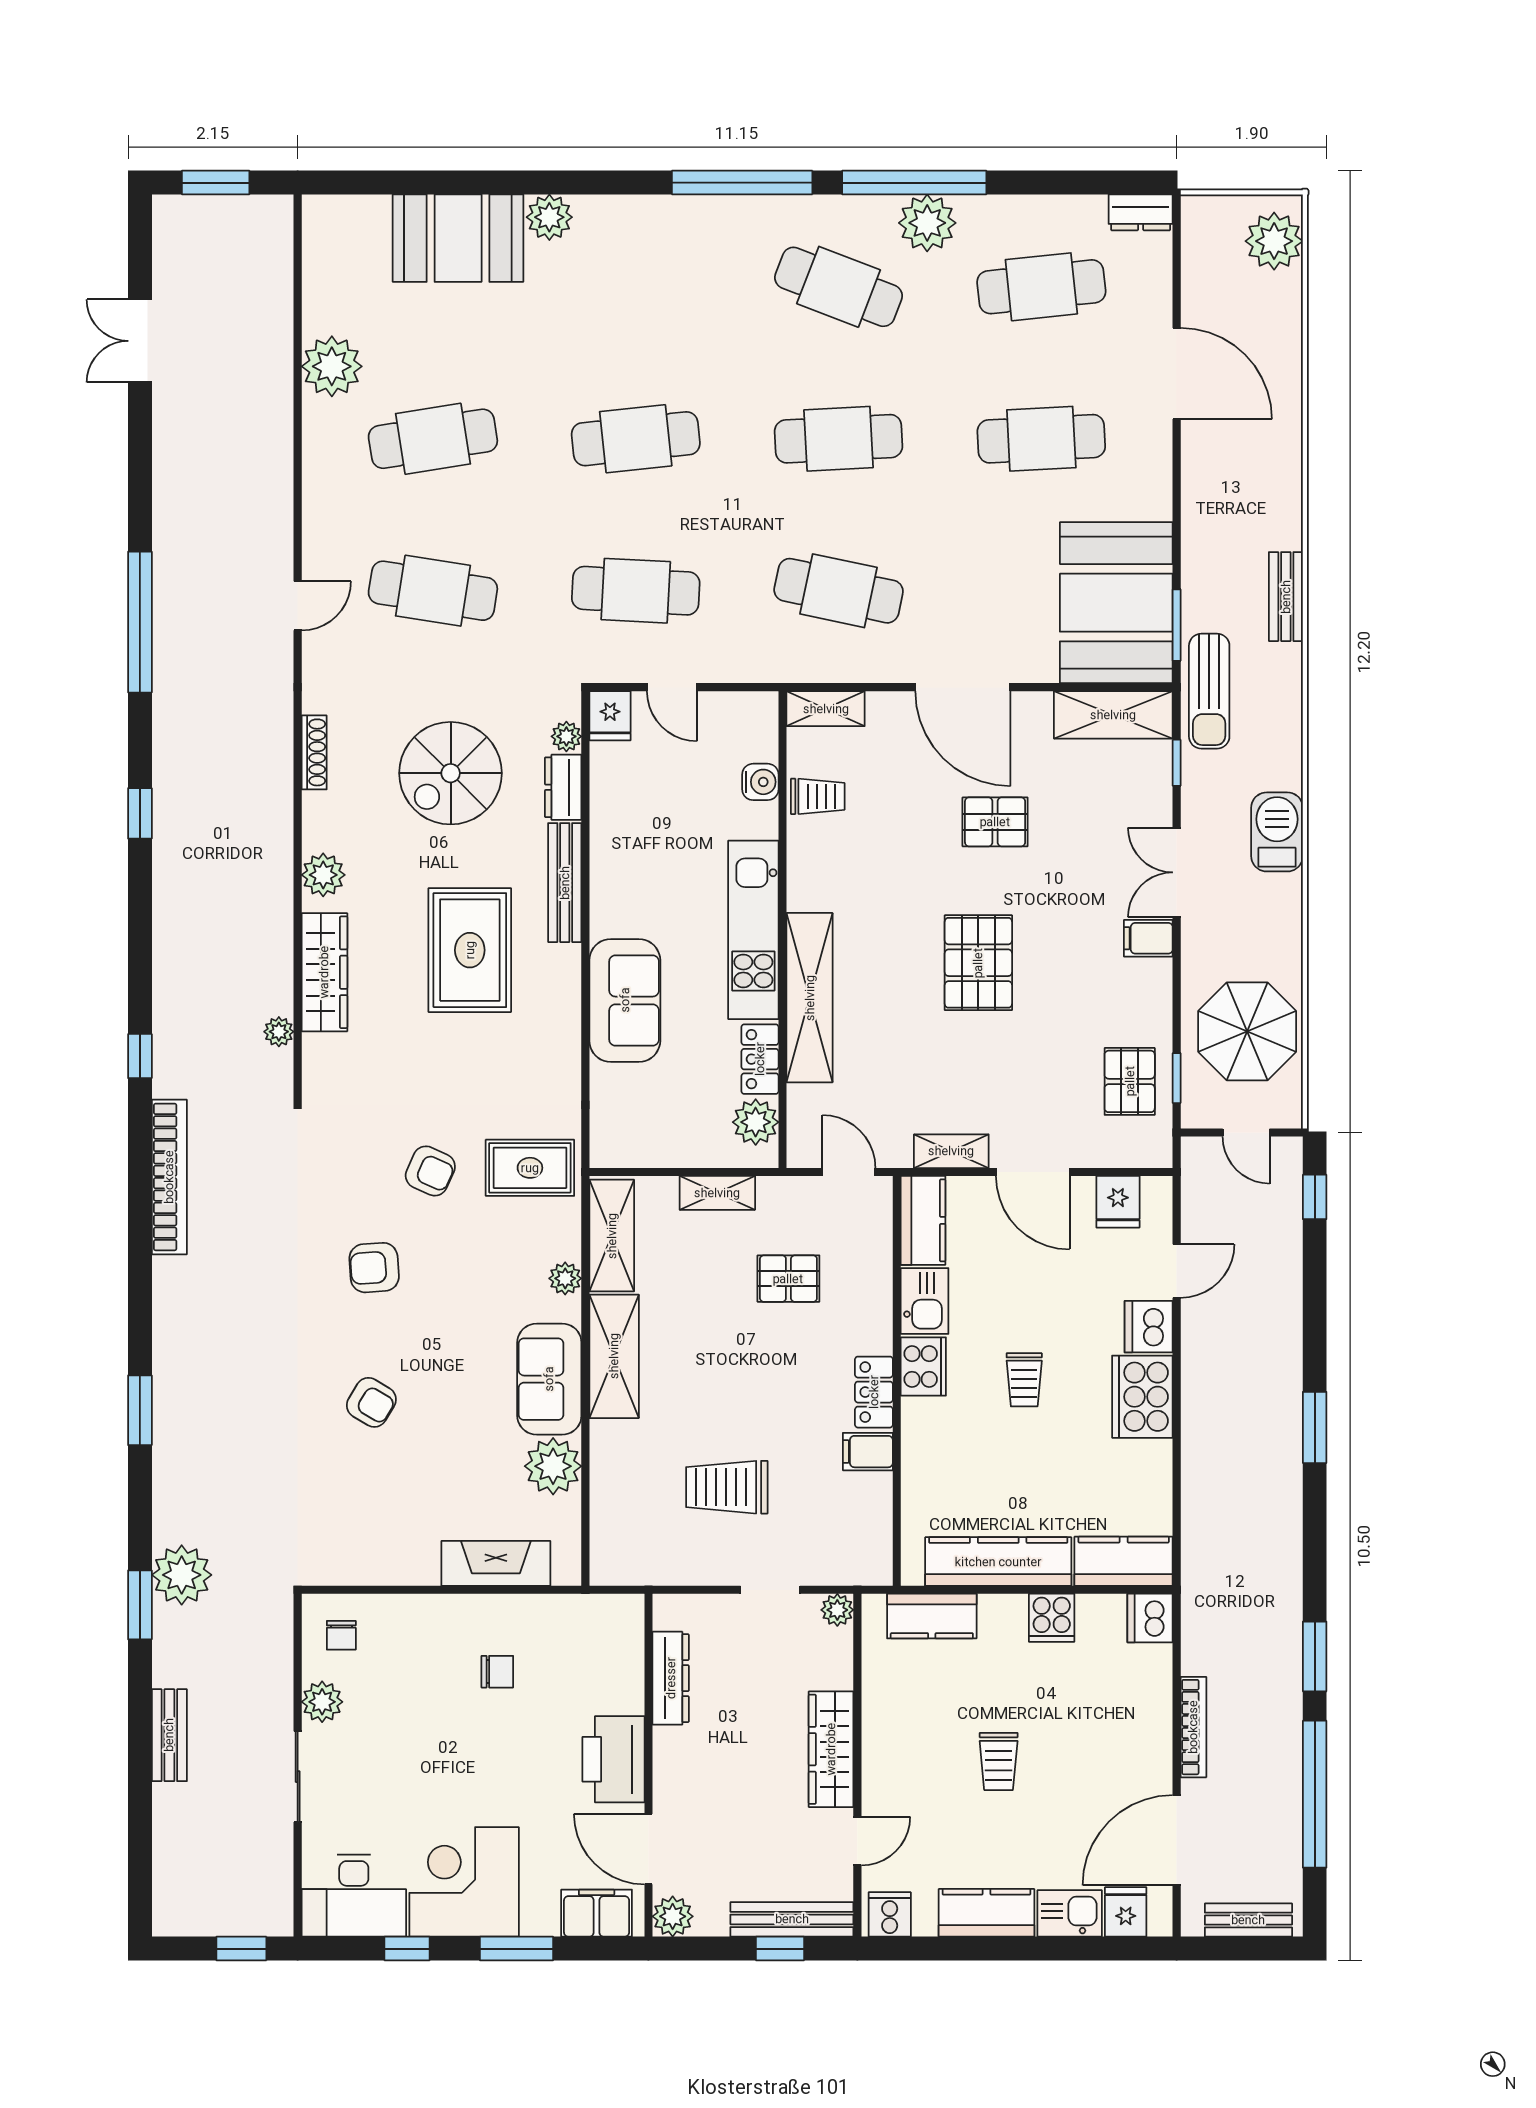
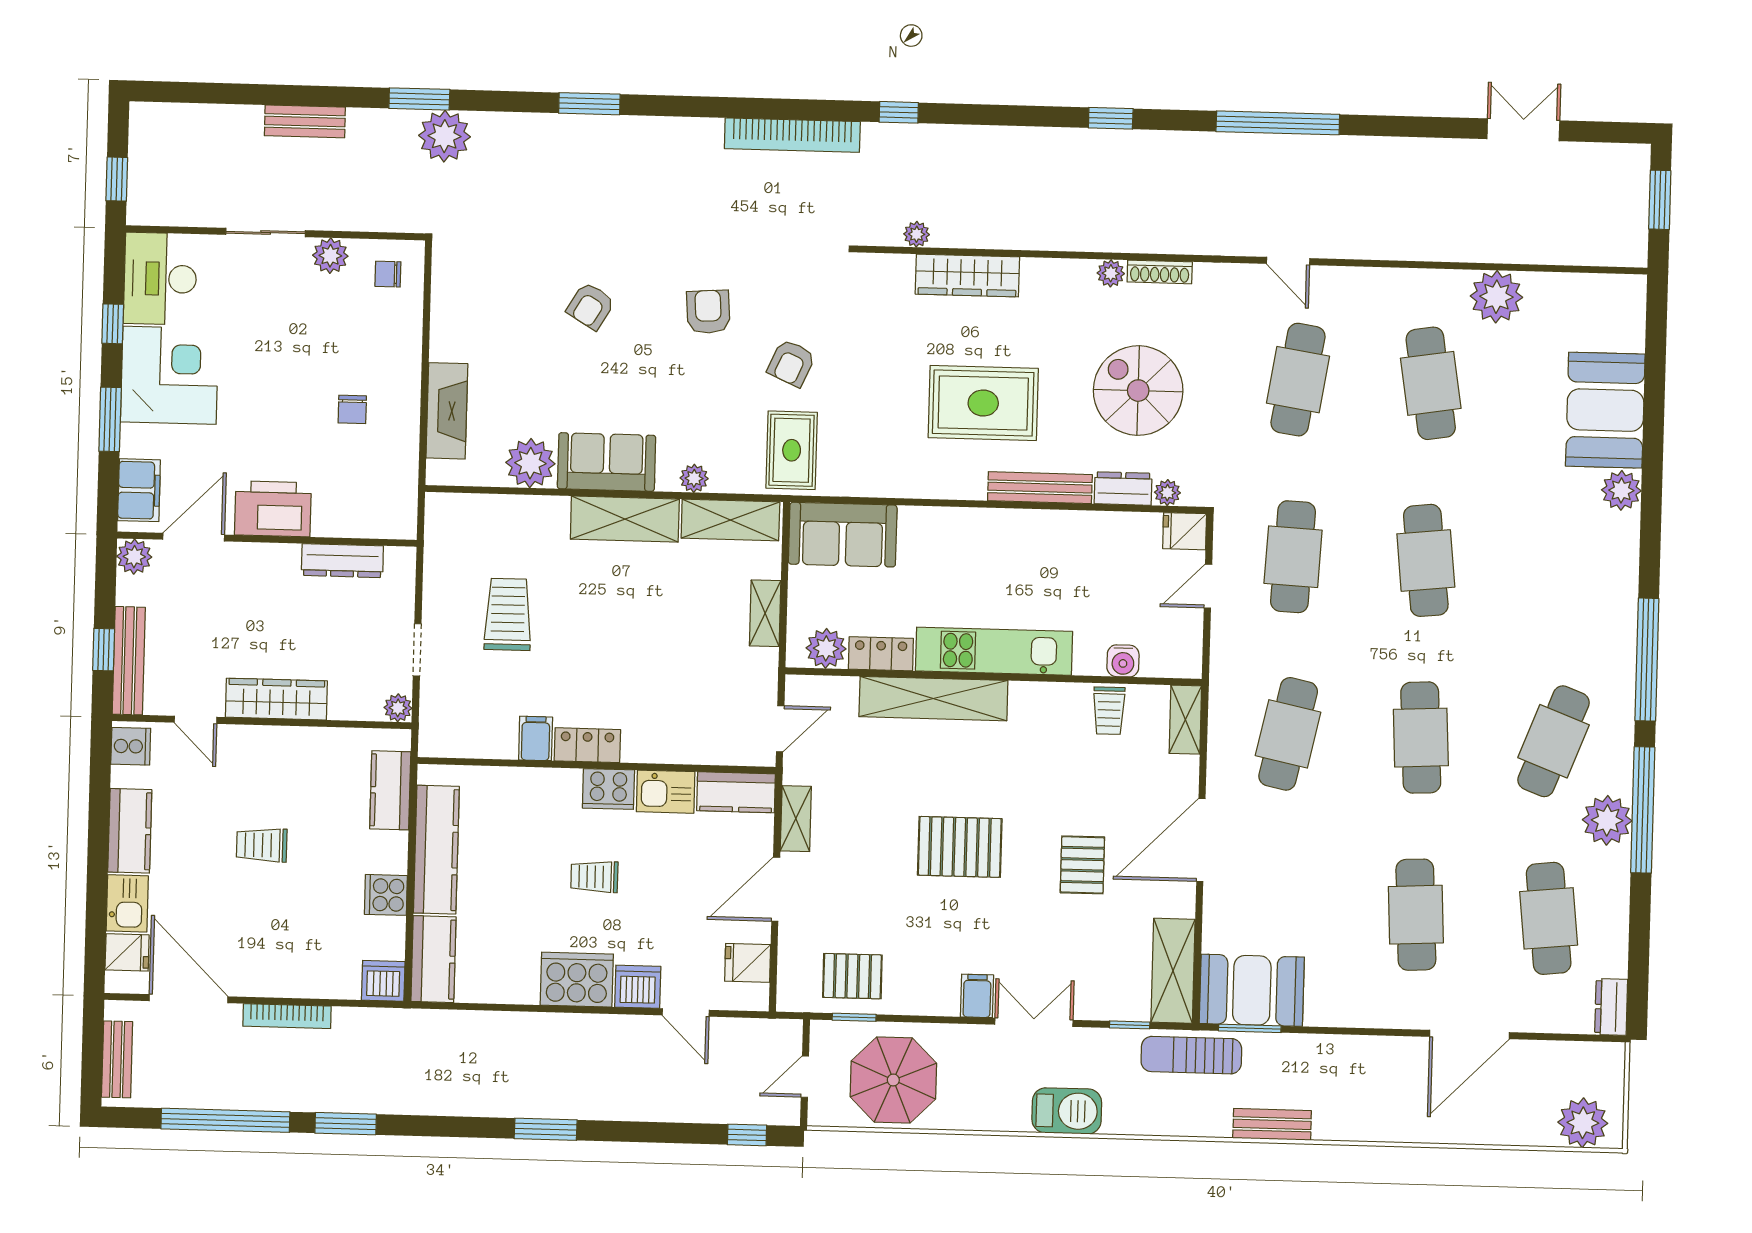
booth: (1116, 603) -> (1252, 990), width x0.73, depth x0.70
plant: (323, 875) -> (1111, 273), moved, width x0.73, depth x0.73
sofa: (625, 1000) -> (843, 535), moved
pallet: (788, 1279) -> (689, 673), removed

